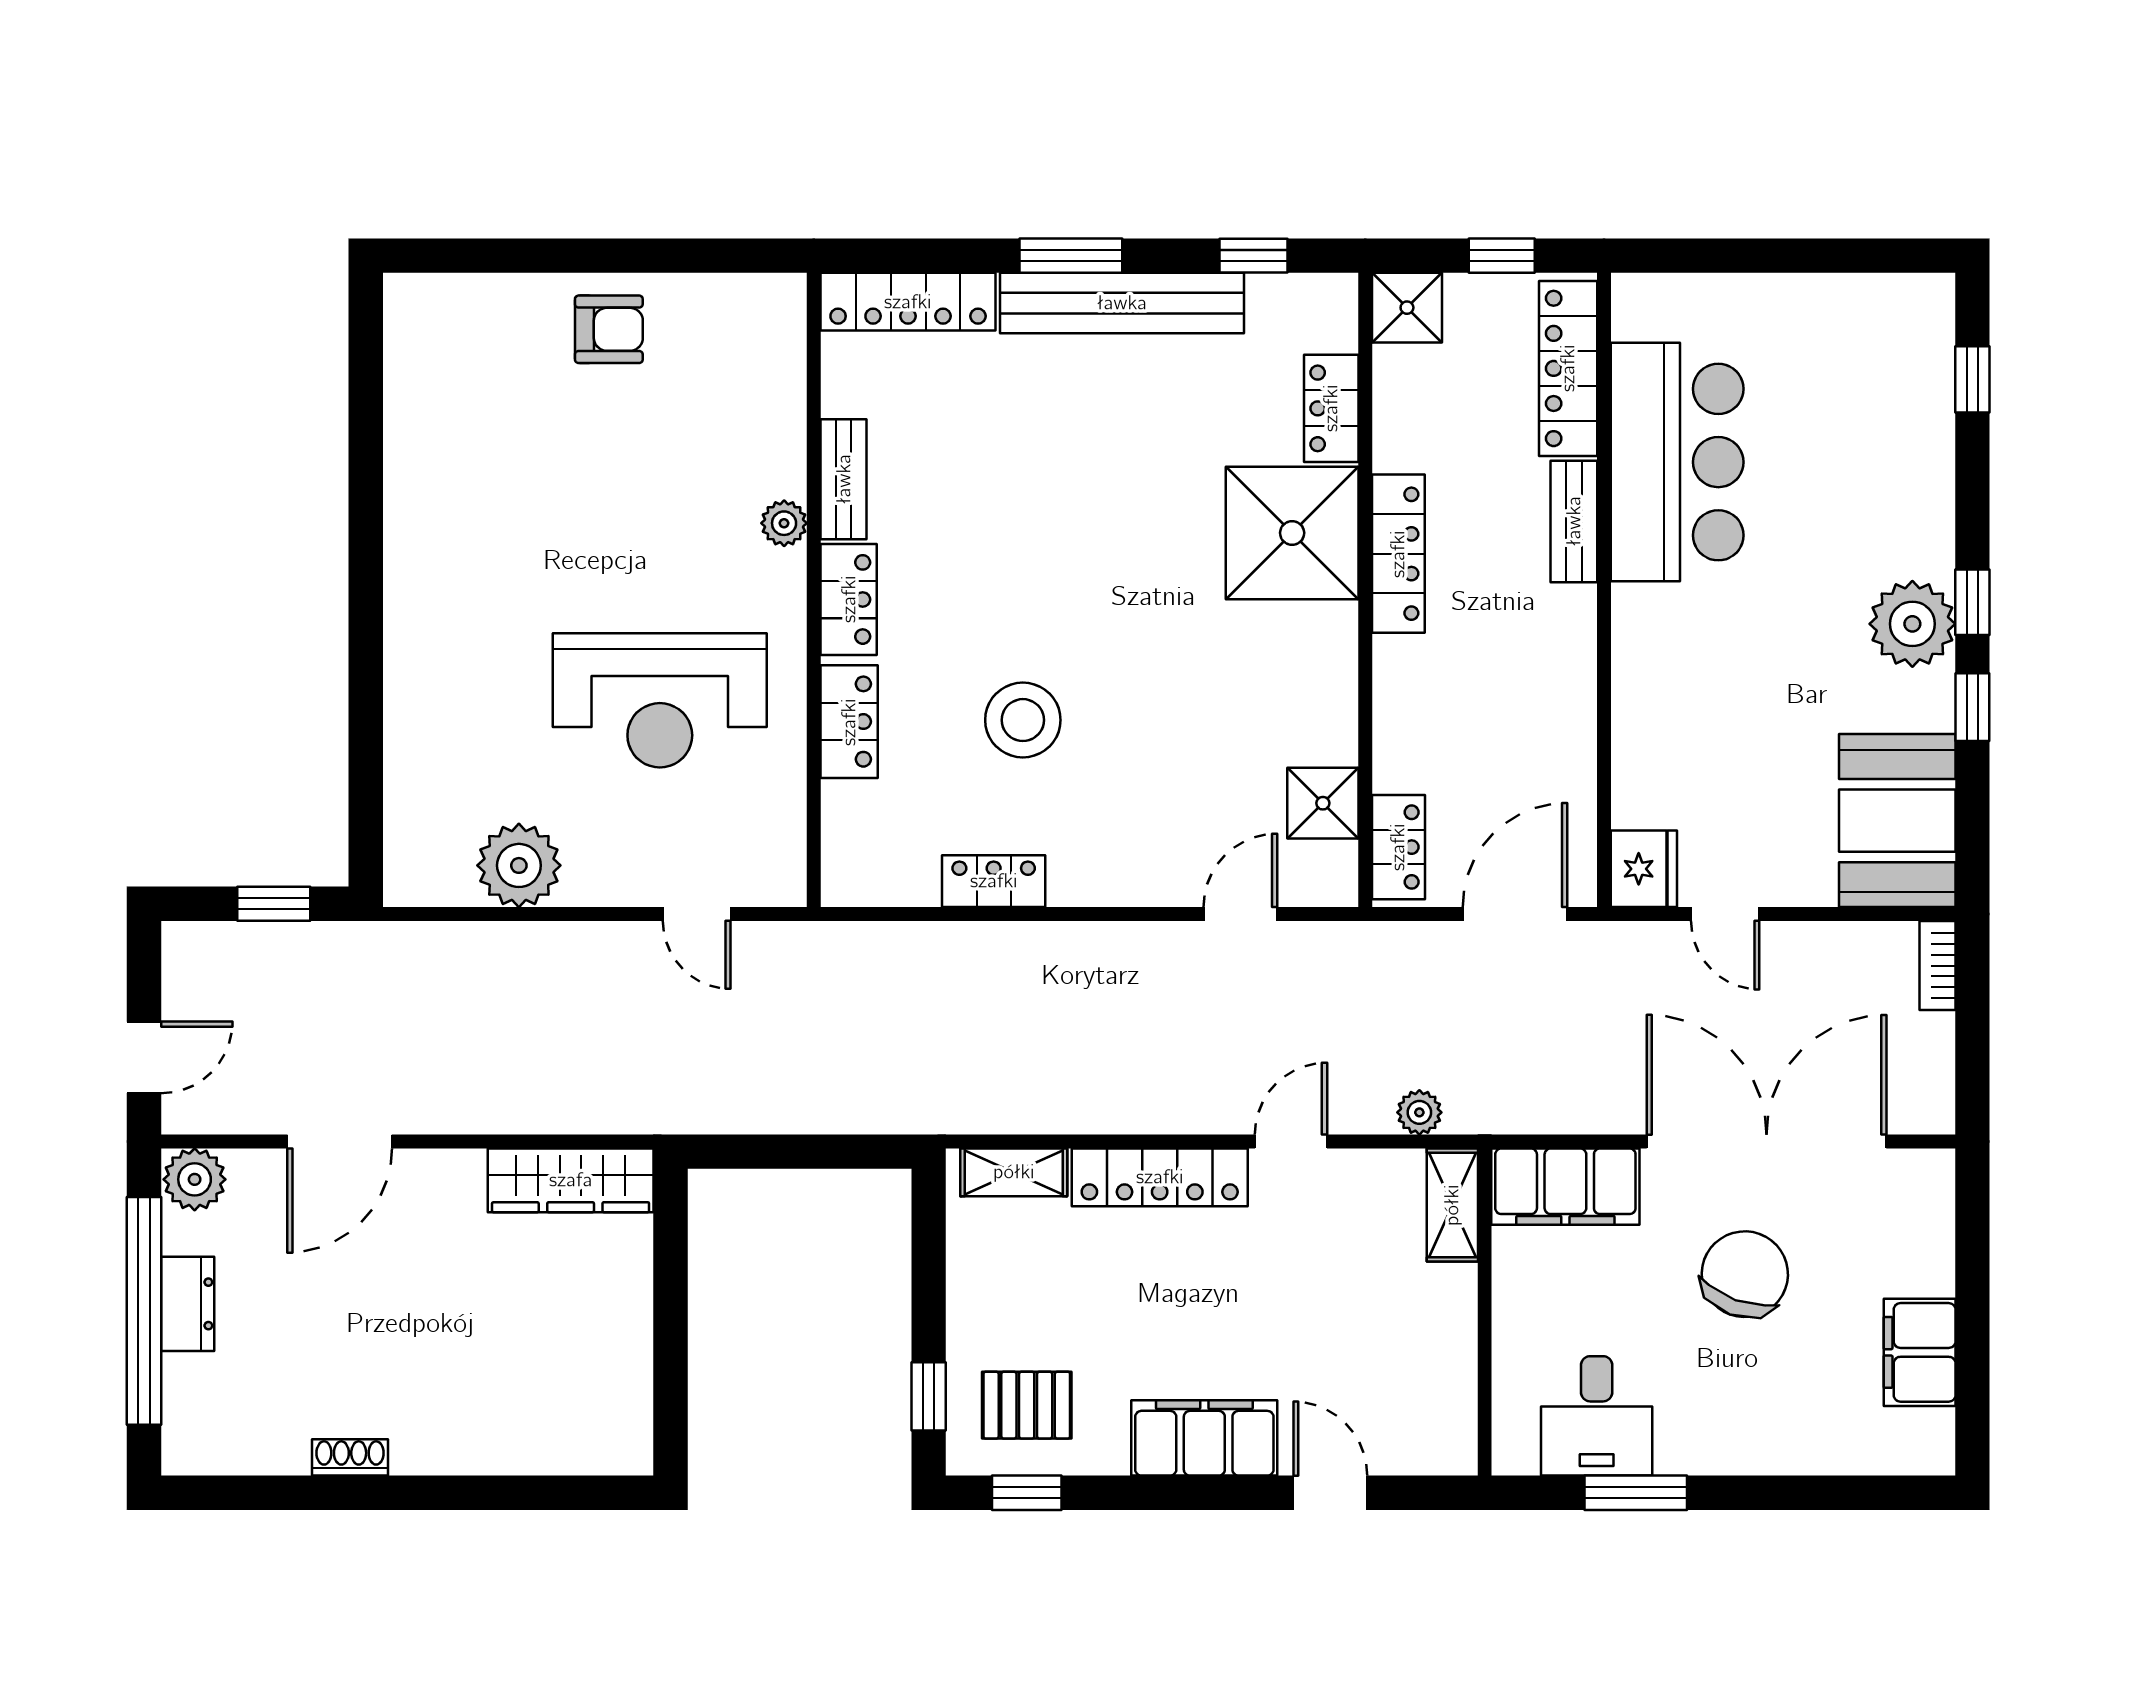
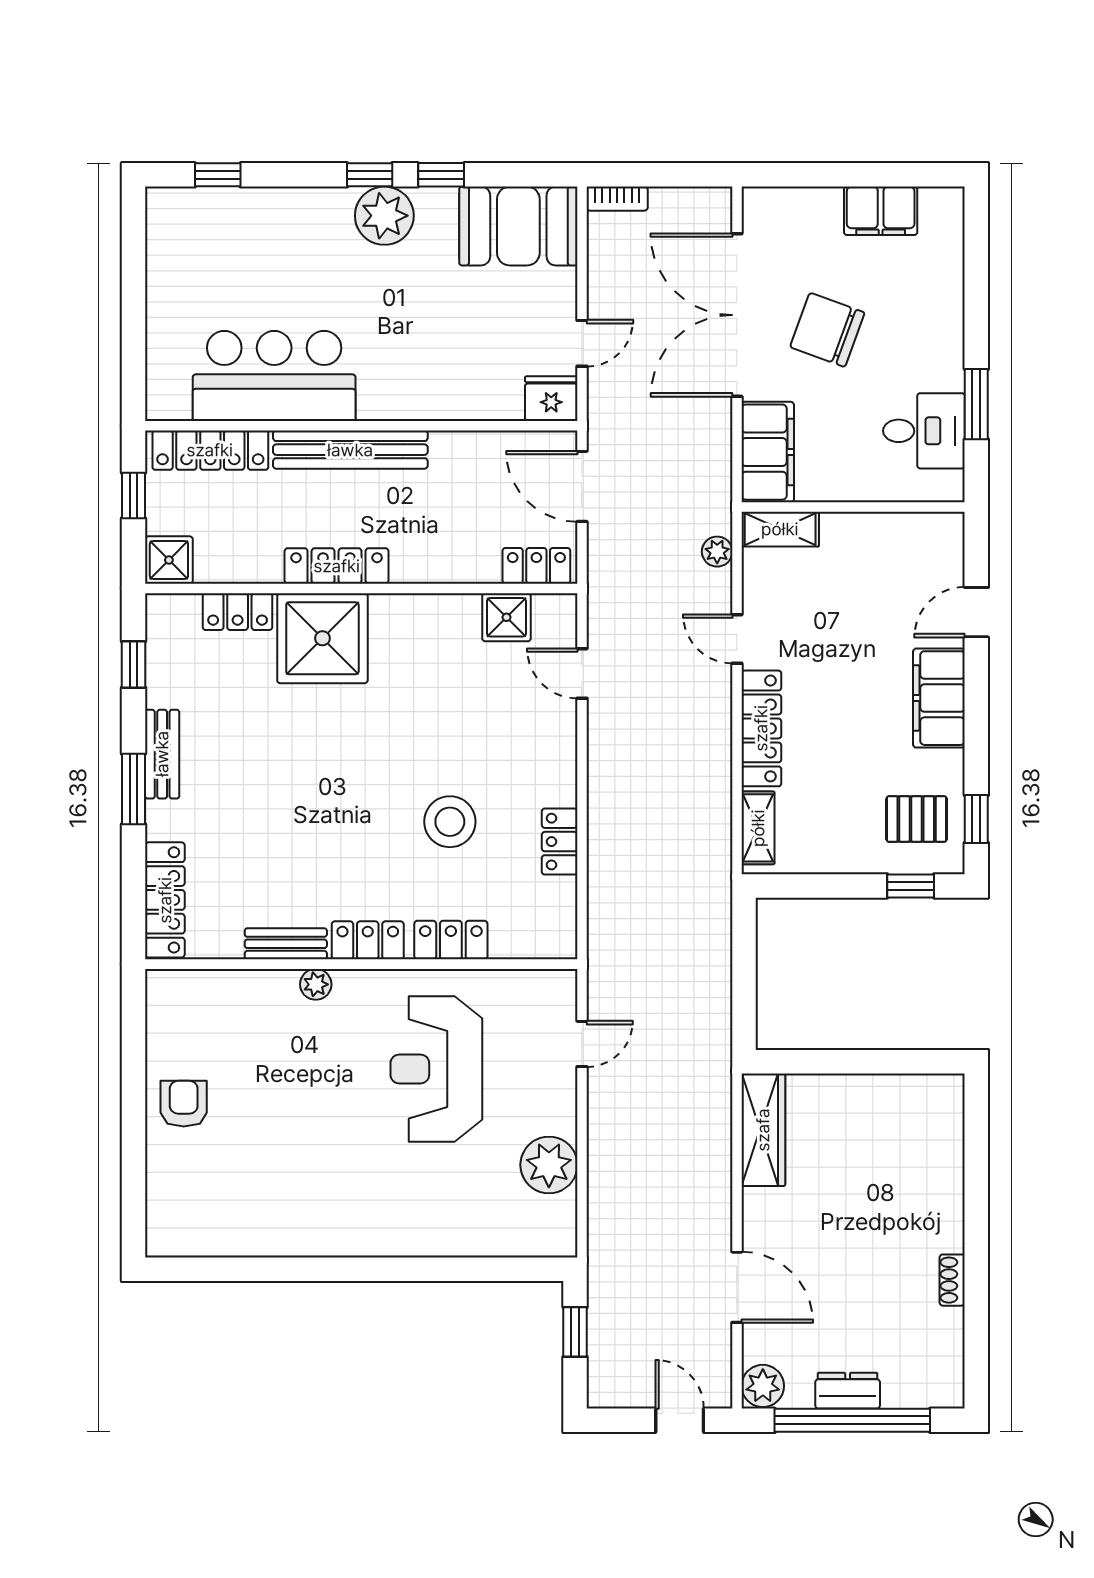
bench: (1122, 303) -> (162, 754), width x0.54, depth x0.82
bench: (1574, 521) -> (350, 450), width x1.86, depth x1.21
reception desk: (660, 700) -> (436, 1069), turned 180
pallet: (1027, 1405) -> (917, 819), turned 90

